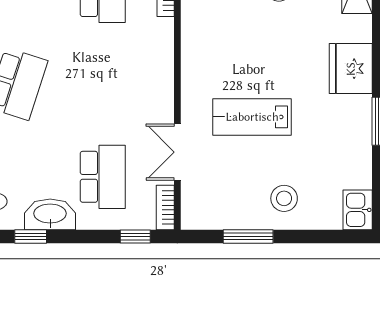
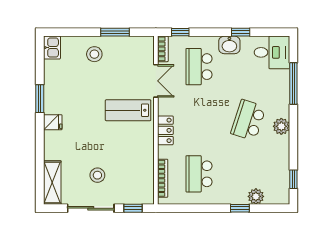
locker: (161, 66) -> (165, 130), added
fridge: (351, 69) -> (53, 122), width x0.53, depth x0.75
lab bench: (252, 117) -> (128, 110), moved, turned 180
washbasin: (50, 214) -> (229, 45), width x0.72

